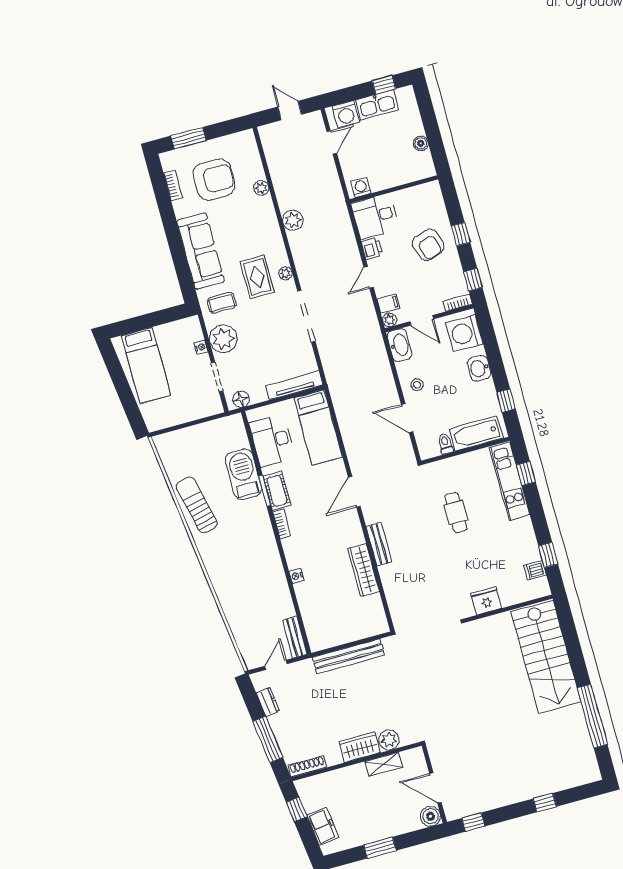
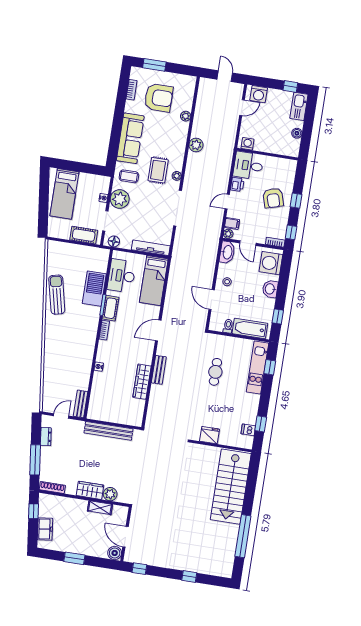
kitchen sink: (377, 105) -> (299, 106), moved, turned 90
cot: (197, 409) -> (84, 235), added

